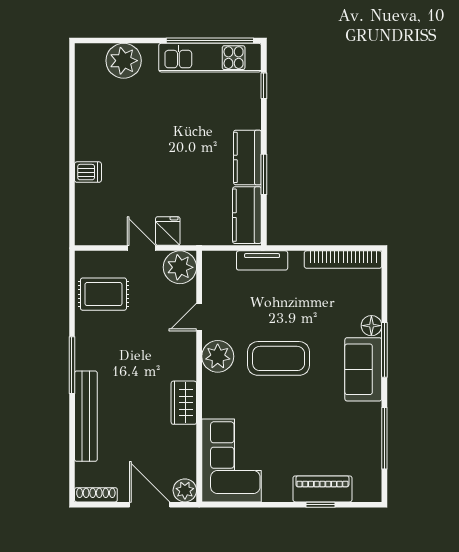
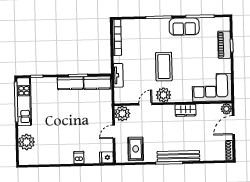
fridge: (168, 231) -> (106, 157), moved
door: (199, 317) -> (145, 104), swing flipped
floor lamp: (371, 326) -> (148, 24), removed
sofa: (363, 369) -> (184, 27), moved
bench: (86, 416) -> (178, 156), moved

